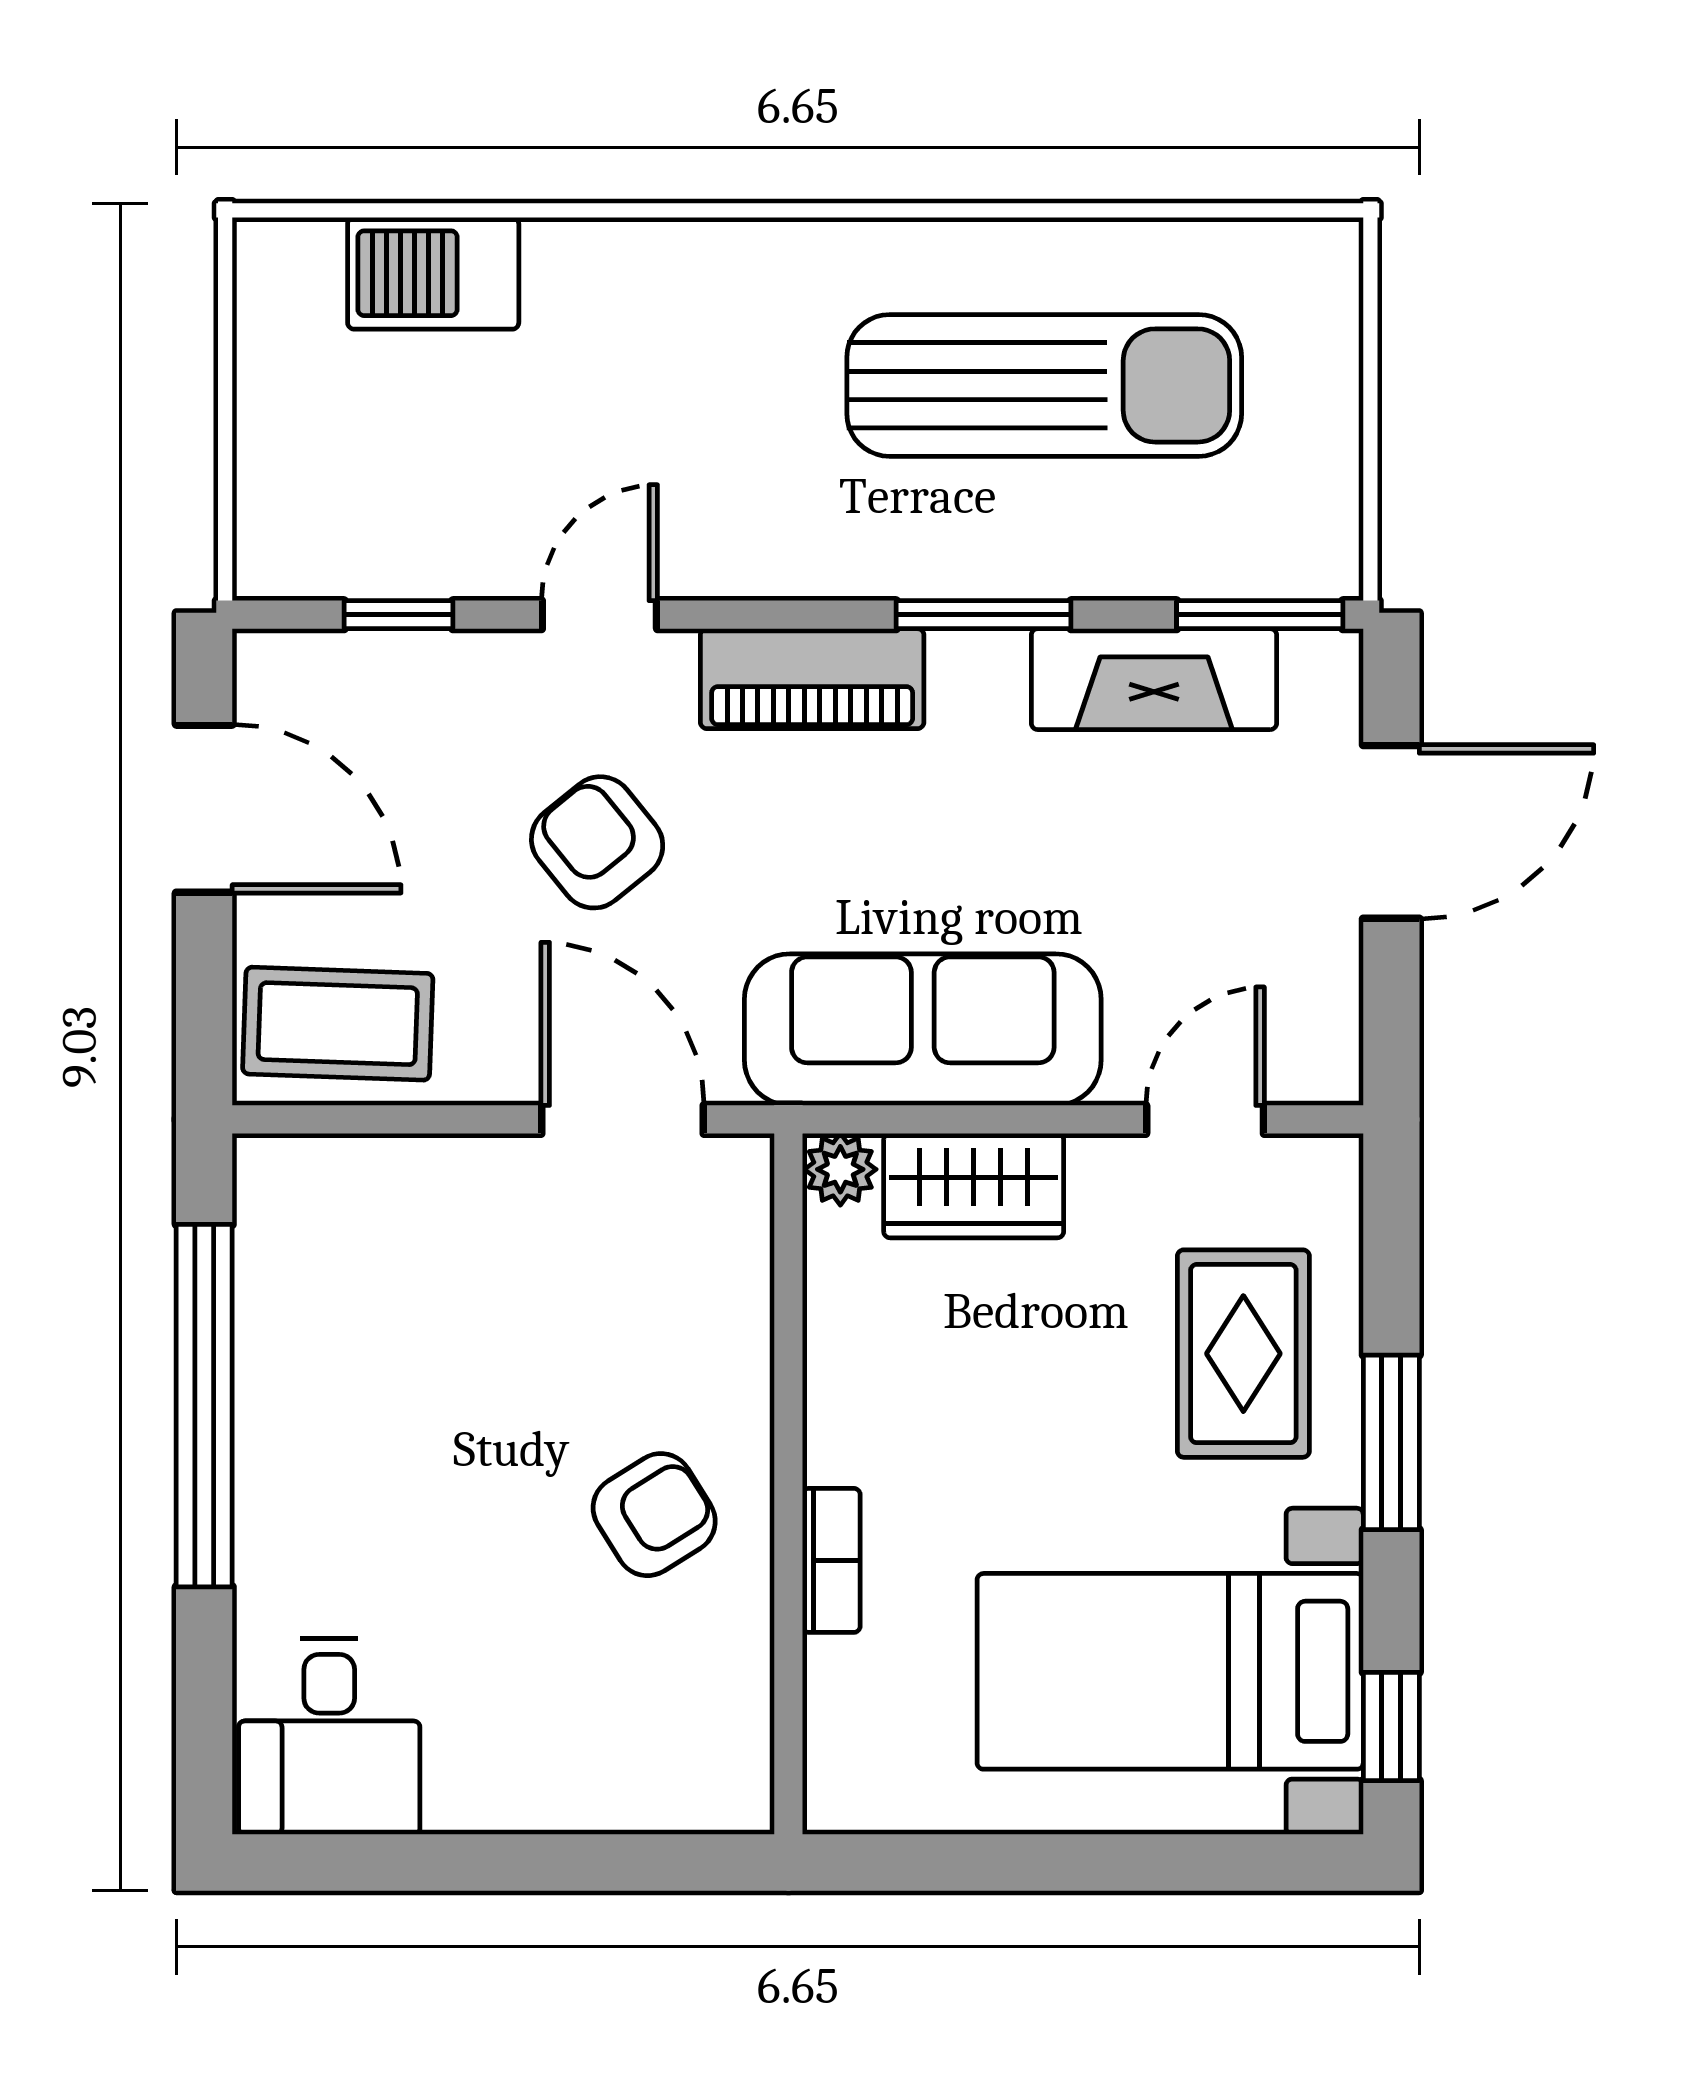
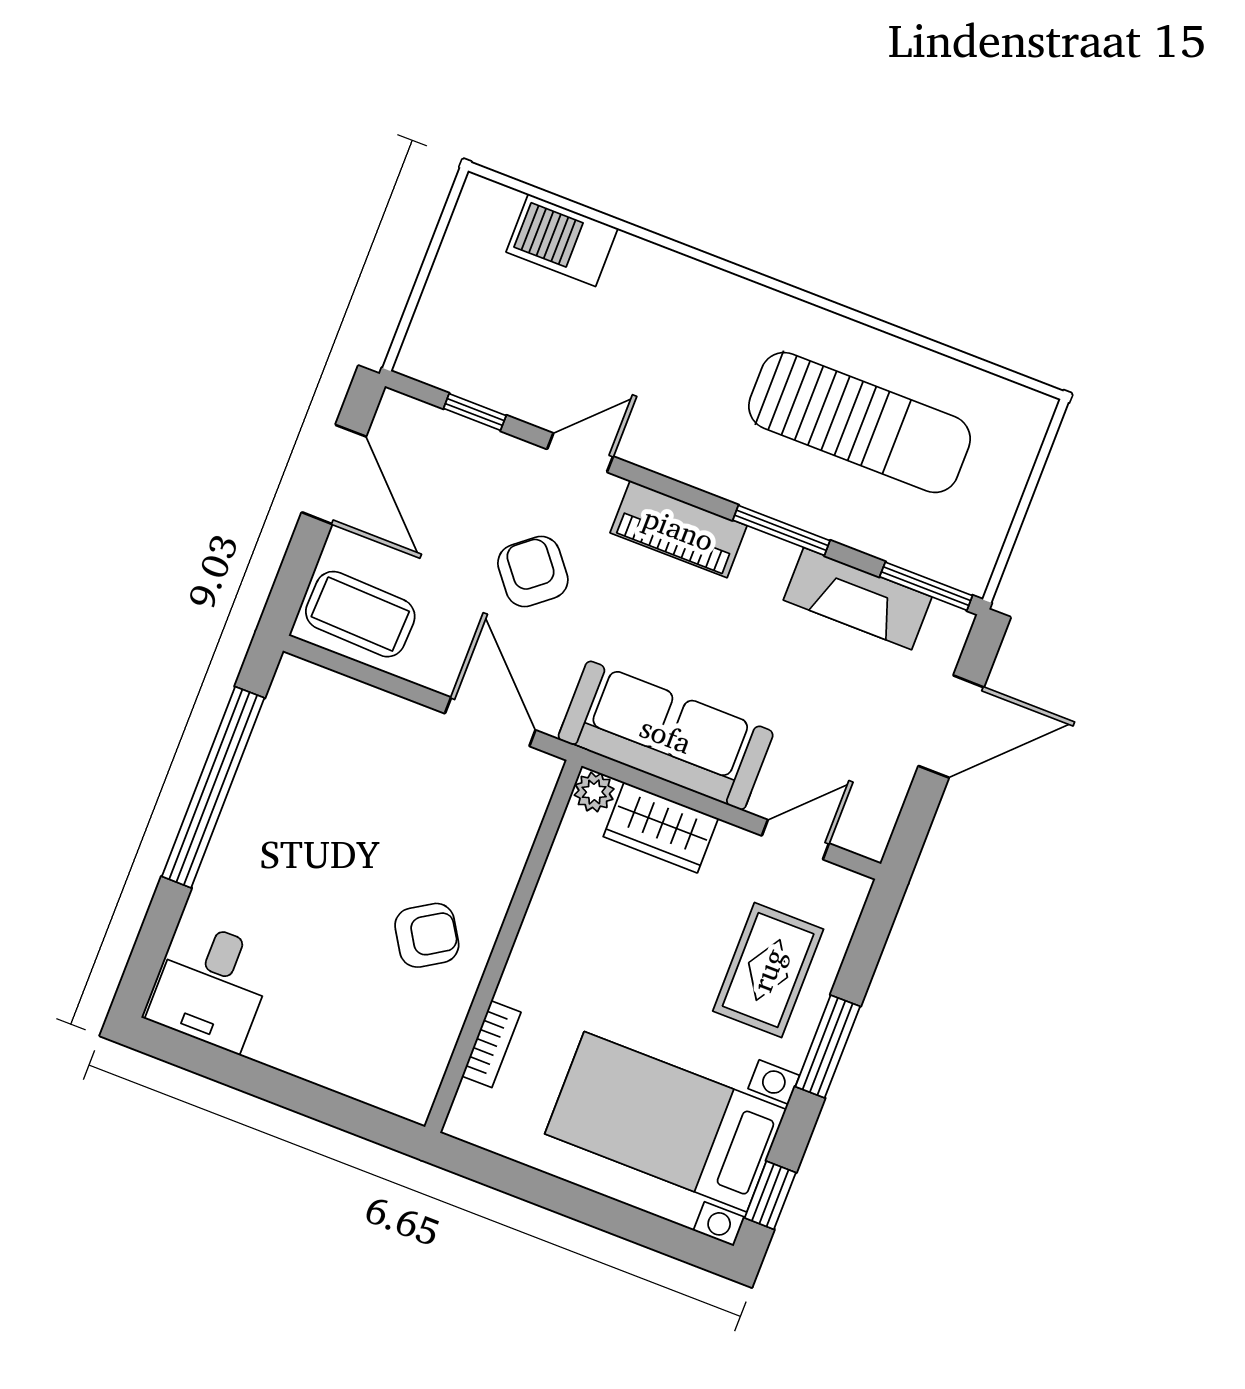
bookcase: (831, 1560) -> (491, 1044), moved

